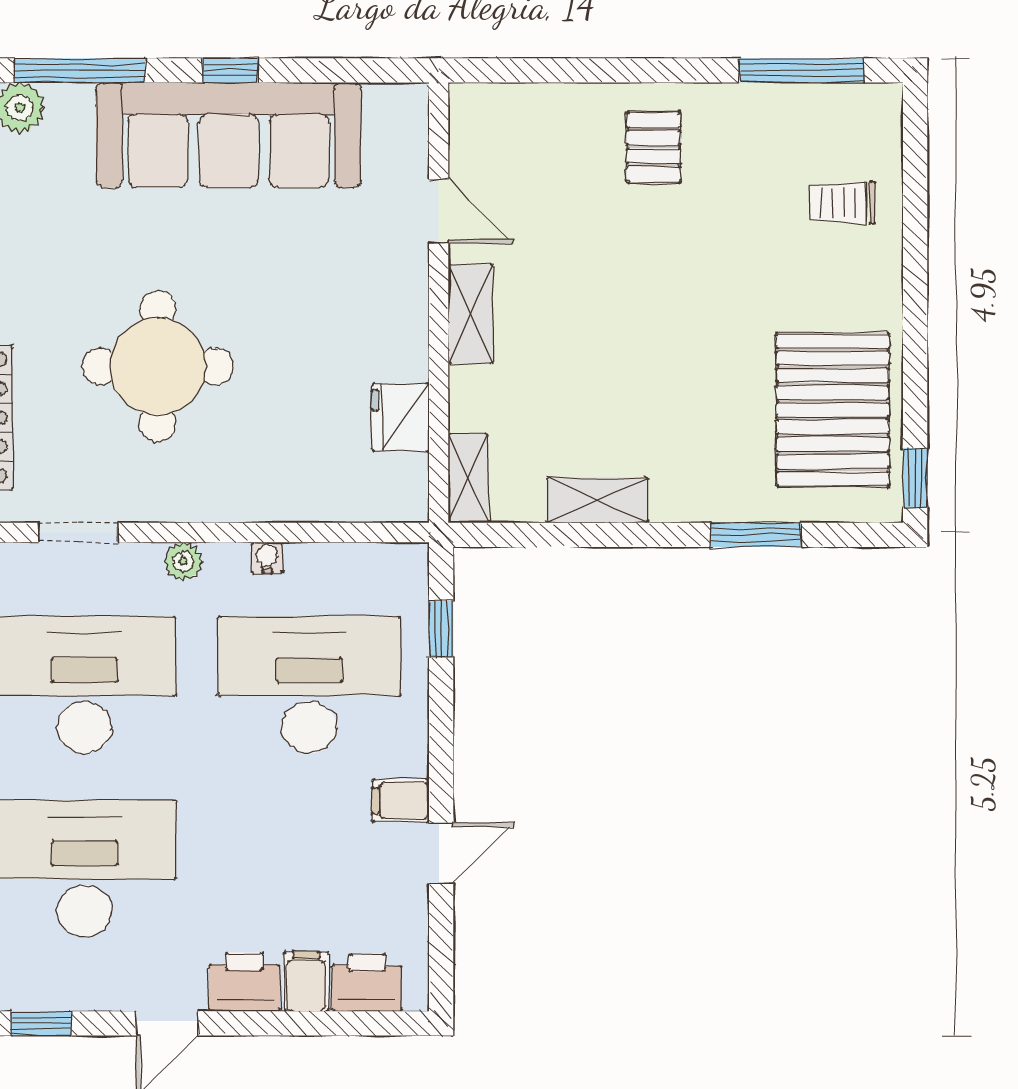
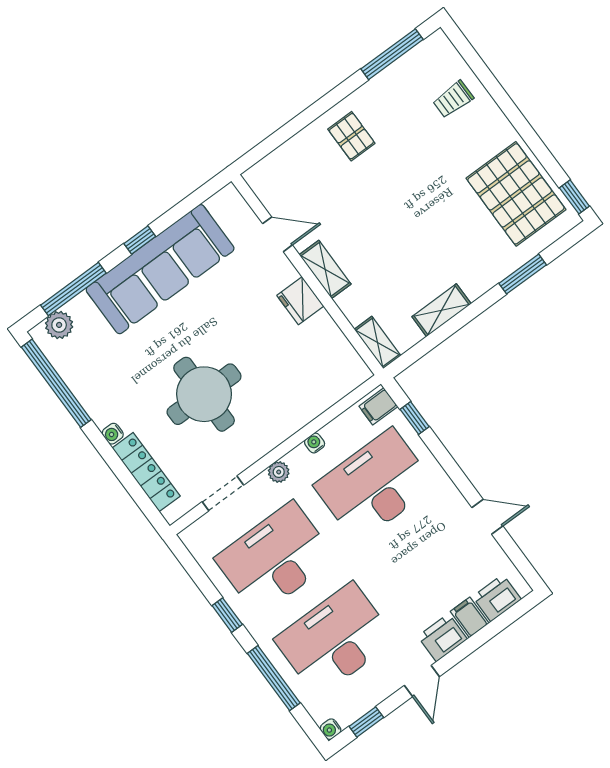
fridge: (400, 417) -> (300, 301), moved
filing cabinet: (400, 800) -> (378, 406), moved
door: (441, 853) -> (487, 517), hinge flipped

